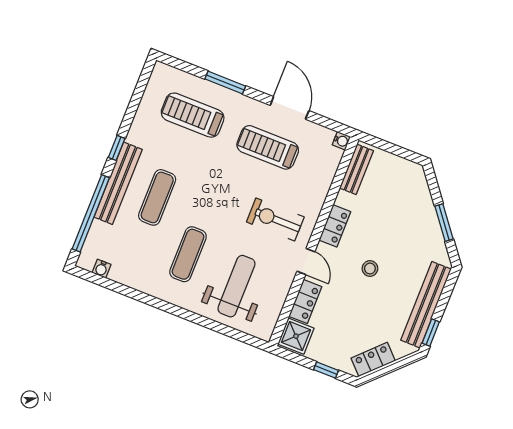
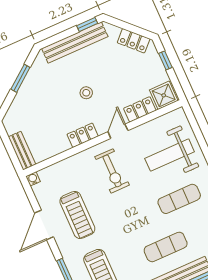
bench: (357, 169) -> (22, 151), moved, turned 90

